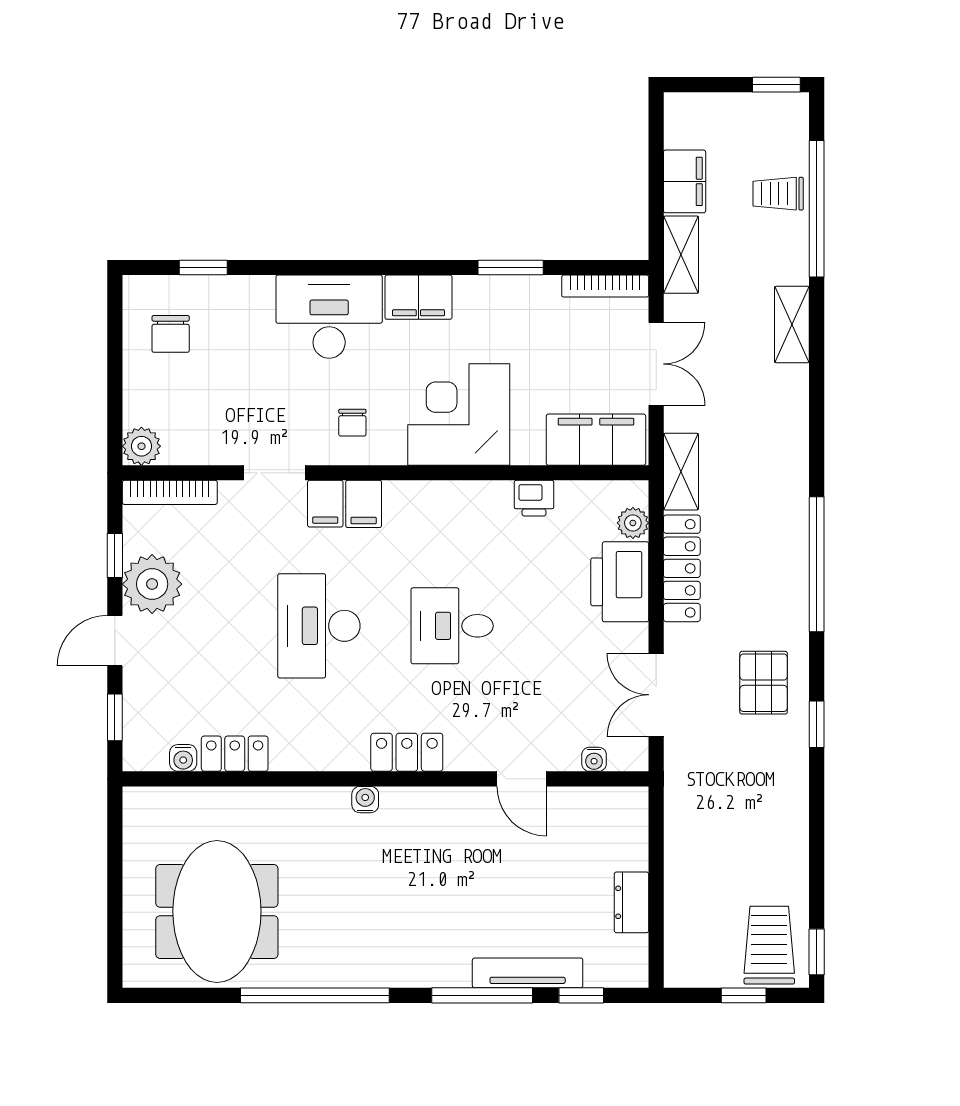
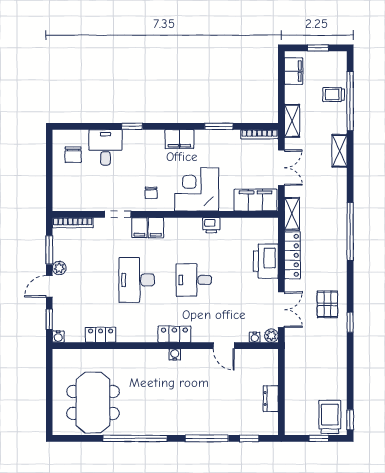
window: (776, 85) -> (318, 48), moved
filing cabinet: (685, 181) -> (294, 71), moved
window: (203, 268) -> (132, 126), moved
desk: (329, 317) -> (105, 147), moved, width x0.73
plant: (141, 446) -> (61, 203), removed
printer: (534, 498) -> (211, 225), moved
plant: (633, 523) -> (271, 336), moved
window: (115, 555) -> (49, 250), width x1.50
window: (817, 564) -> (350, 232), moved
plant: (152, 584) -> (59, 268), width x0.53, depth x0.53
double door: (656, 695) -> (281, 310), swing flipped
water cooler: (183, 758) -> (58, 337), moved
water cooler: (365, 800) -> (175, 354), moved
tv unit: (528, 973) -> (226, 429), removed

